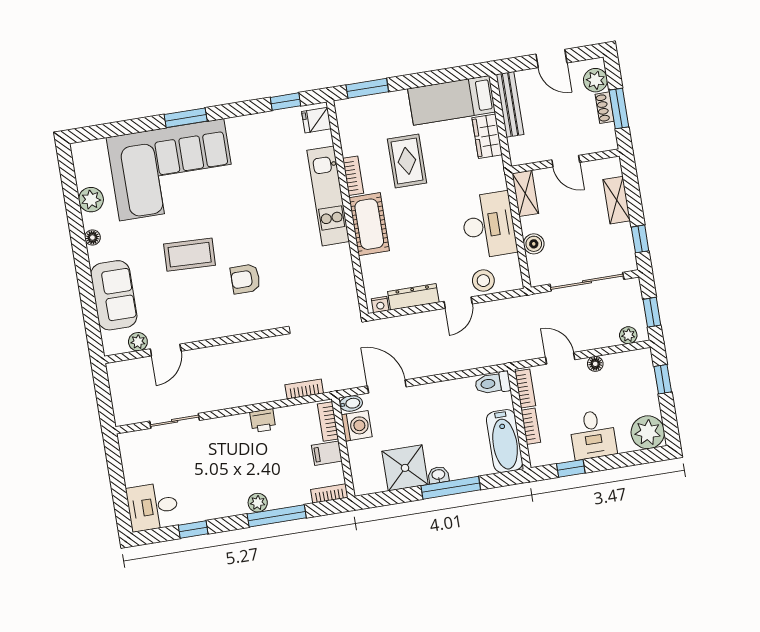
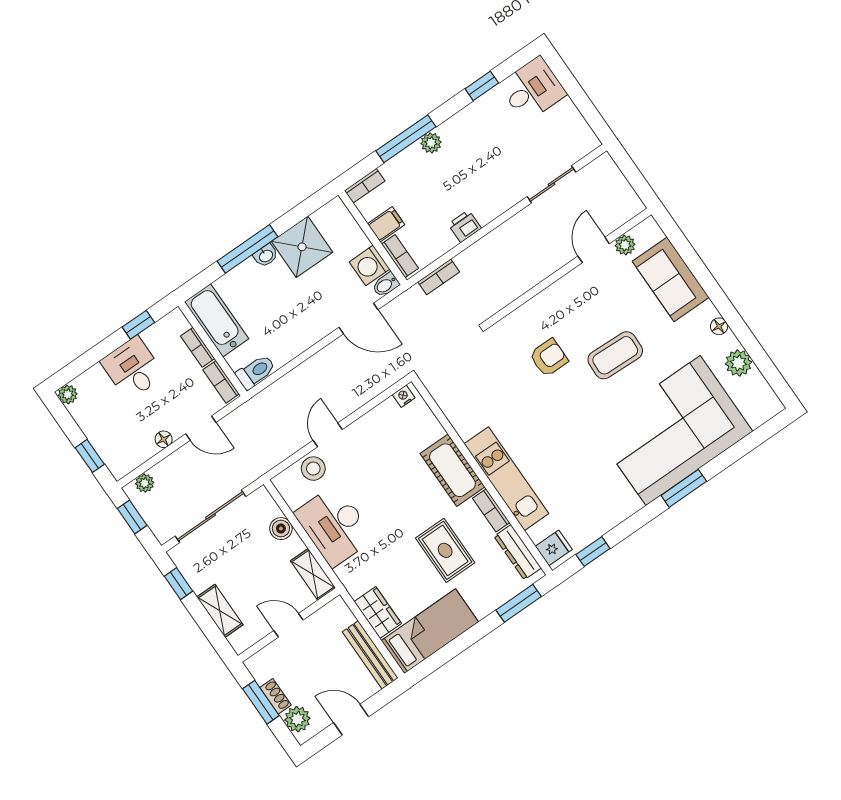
dresser: (413, 297) -> (518, 552), moved, turned 90
plant: (648, 432) -> (68, 394), width x0.53, depth x0.53

